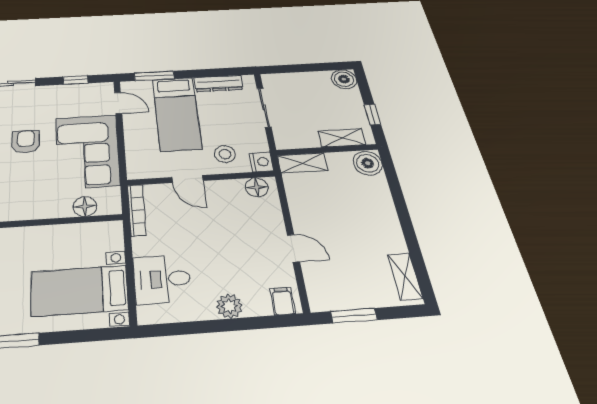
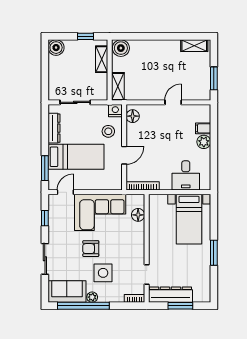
filing cabinet: (283, 301) -> (203, 128), moved

